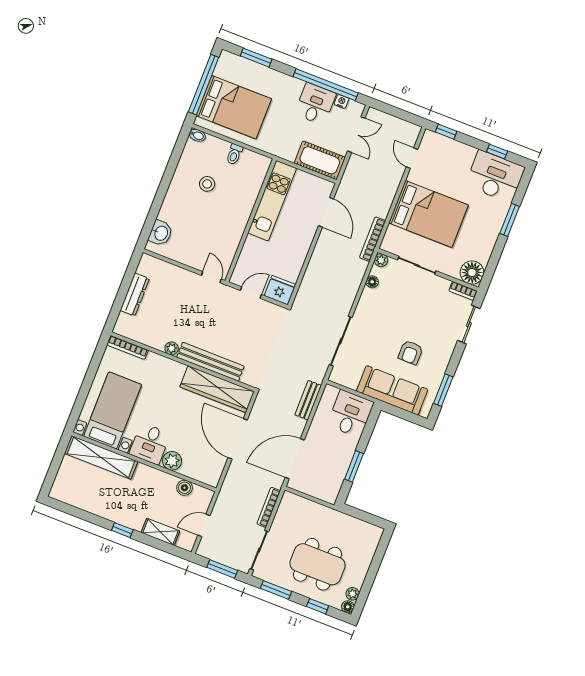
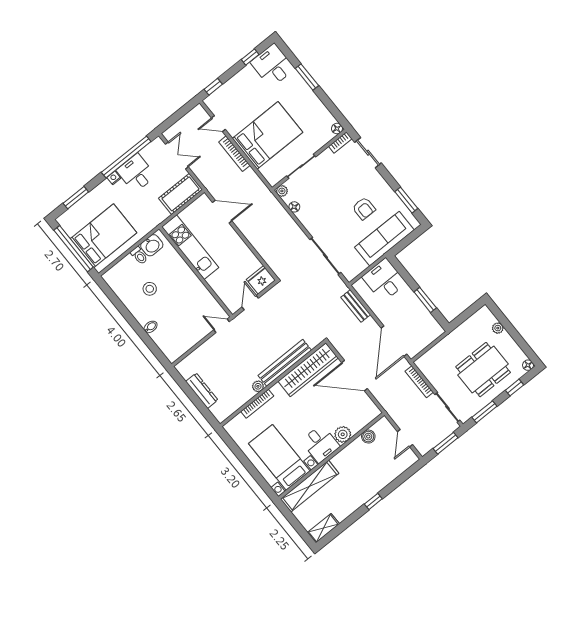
nightstand: (341, 101) -> (114, 178), moved
bidet: (197, 135) -> (151, 327), moved
desk: (495, 176) -> (273, 65), width x0.73
washbasin: (161, 233) -> (152, 245), moved, turned 90
bookcase: (373, 239) -> (234, 154), moved
floor lamp: (472, 273) -> (337, 129), width x0.53, depth x0.53
bookcase: (127, 347) -> (257, 404), moved
shelving: (160, 532) -> (323, 528), moved
plant: (352, 594) -> (498, 328), moved

